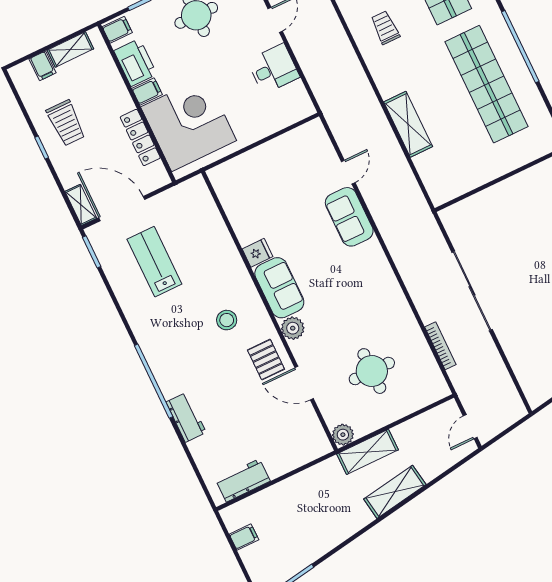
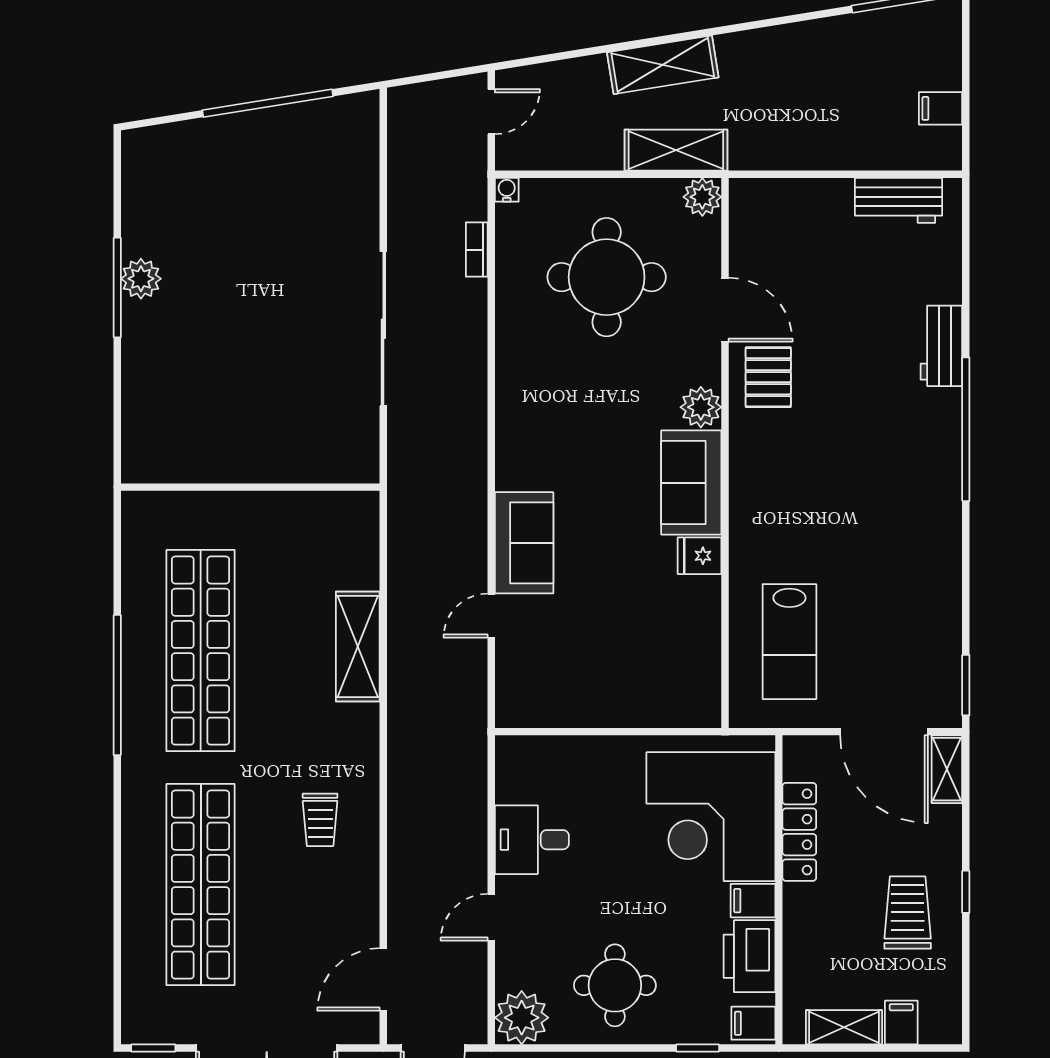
lab bench: (154, 262) -> (789, 642), moved
stool: (227, 320) -> (801, 471), removed
bookcase: (440, 346) -> (477, 250), width x0.64
round table: (372, 371) -> (607, 277), width x1.36, depth x1.36
water cooler: (443, 391) -> (507, 190), added

